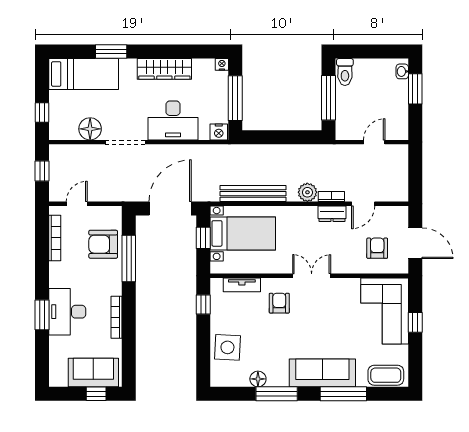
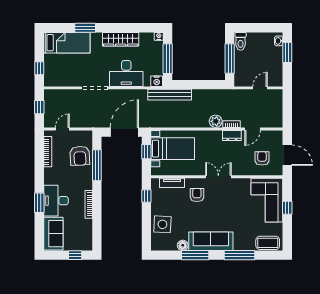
floor lamp: (90, 129) -> (71, 79), removed
bench: (253, 194) -> (170, 95), moved
armchair: (103, 244) -> (80, 156), turned -93
sofa: (93, 372) -> (53, 234), moved, turned 90
sofa: (322, 373) -> (211, 241), moved

